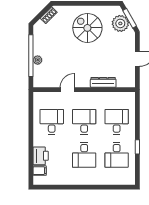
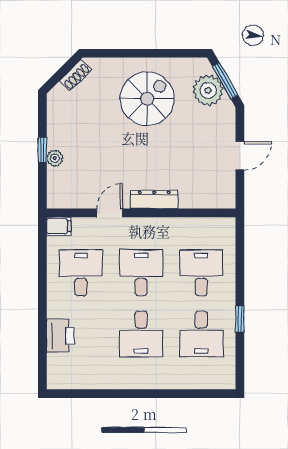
spiral stairs: (87, 28) -> (147, 99), turned 90
window: (31, 56) -> (42, 150), width x0.32
dresser: (103, 82) -> (154, 200), moved
filing cabinet: (40, 171) -> (59, 226), moved

